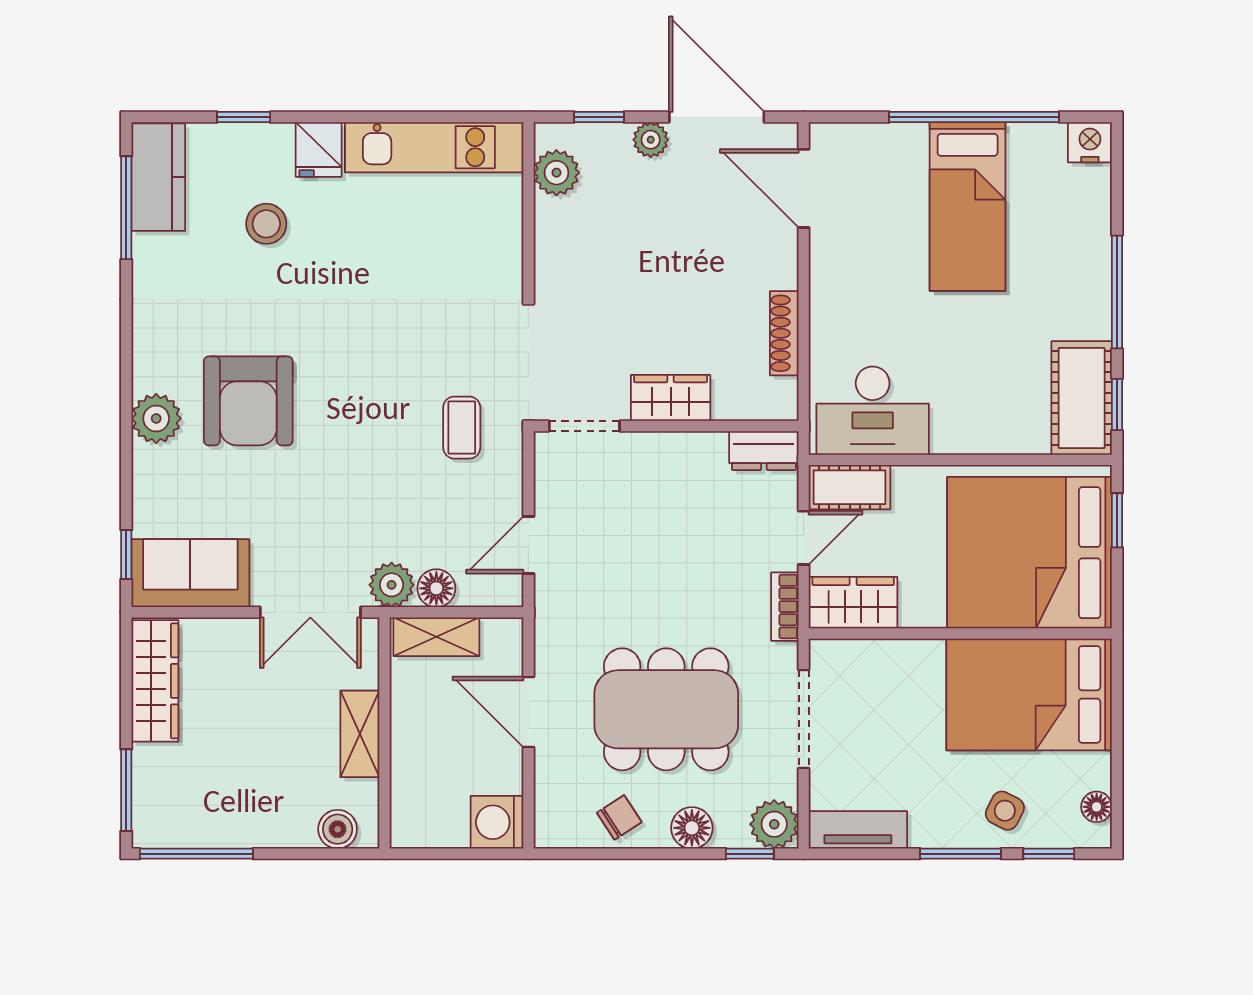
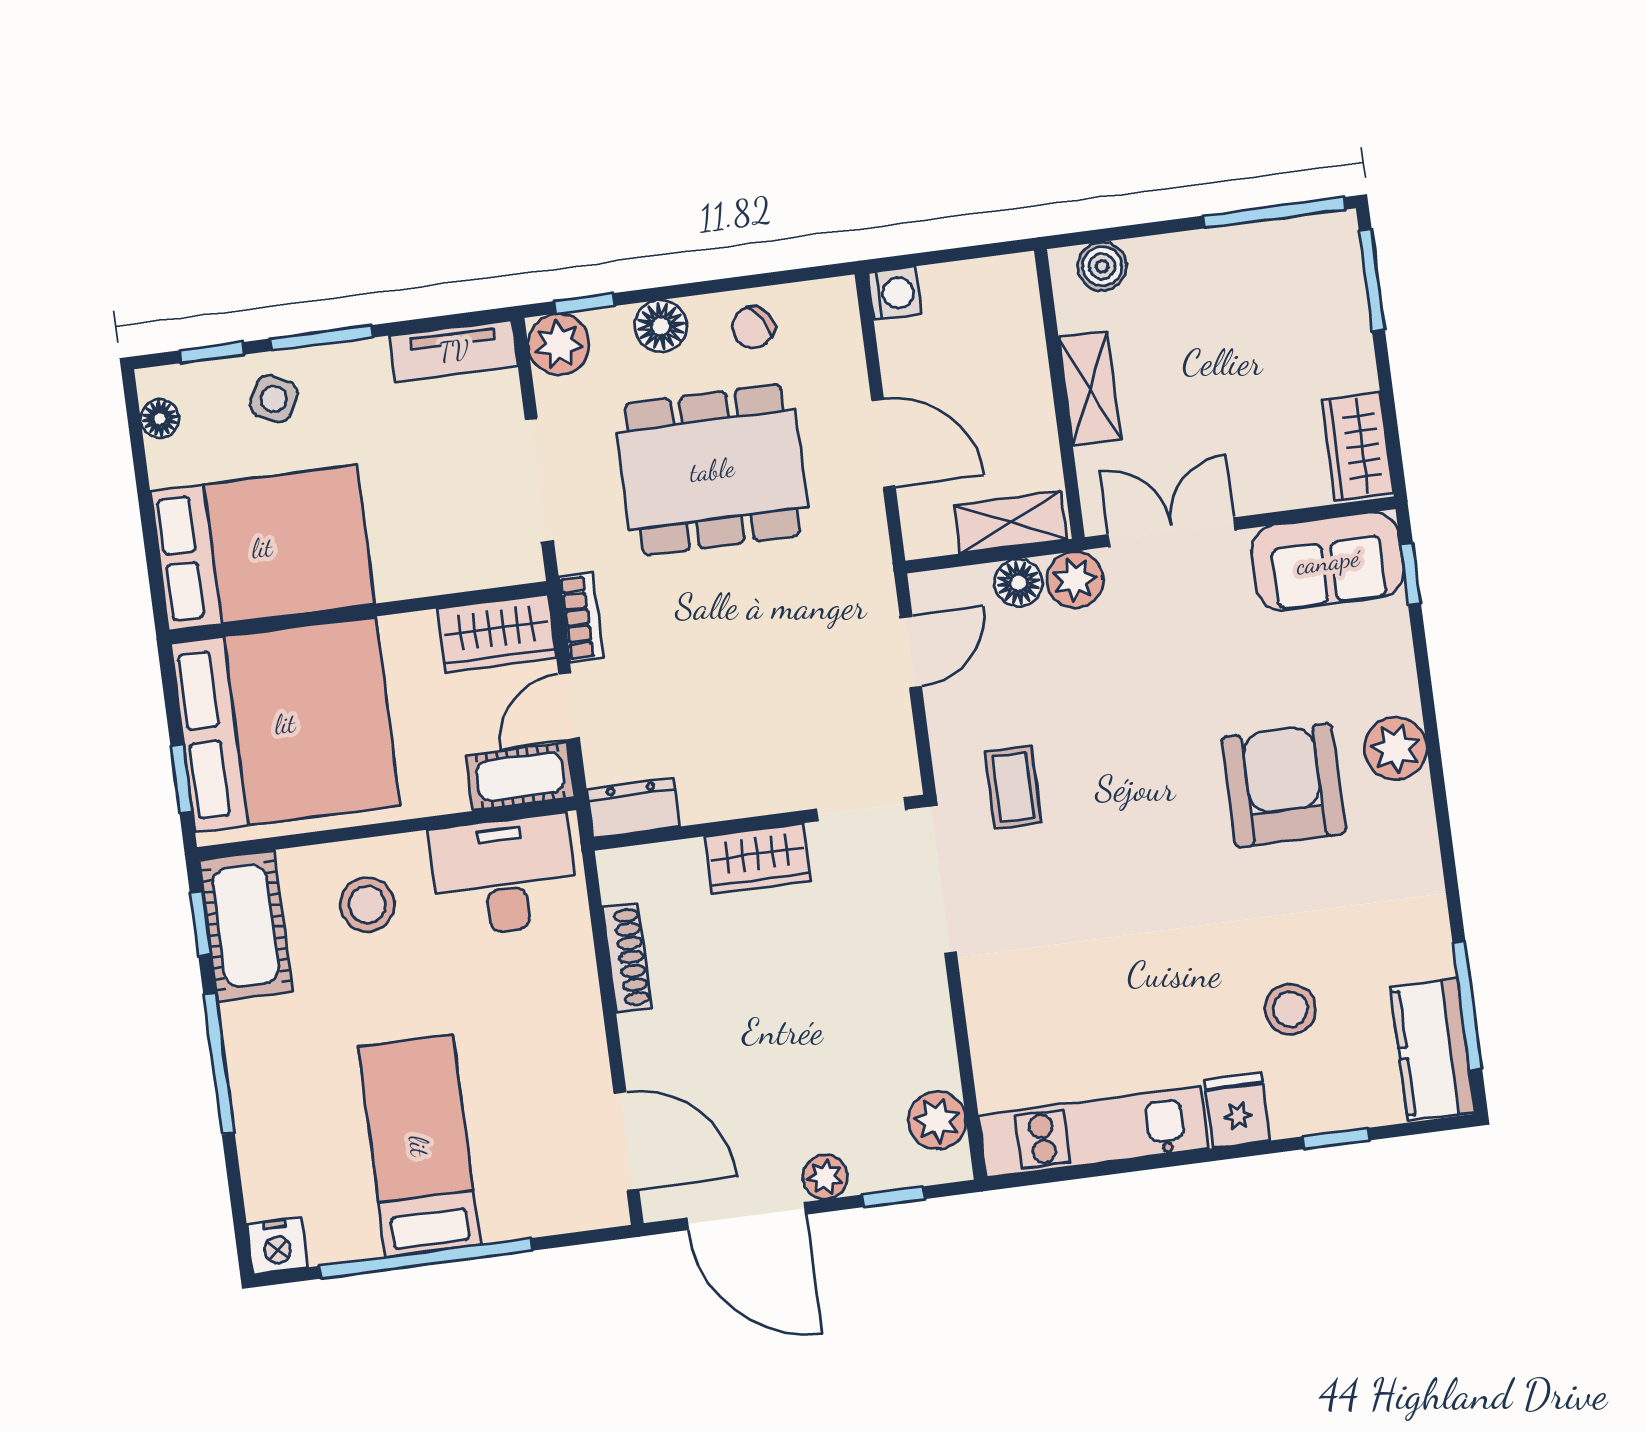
stool: (983, 402) -> (367, 905), added
wardrobe: (155, 681) -> (1358, 446), width x0.67
washing machine: (497, 822) -> (894, 293), width x0.73, depth x0.73

